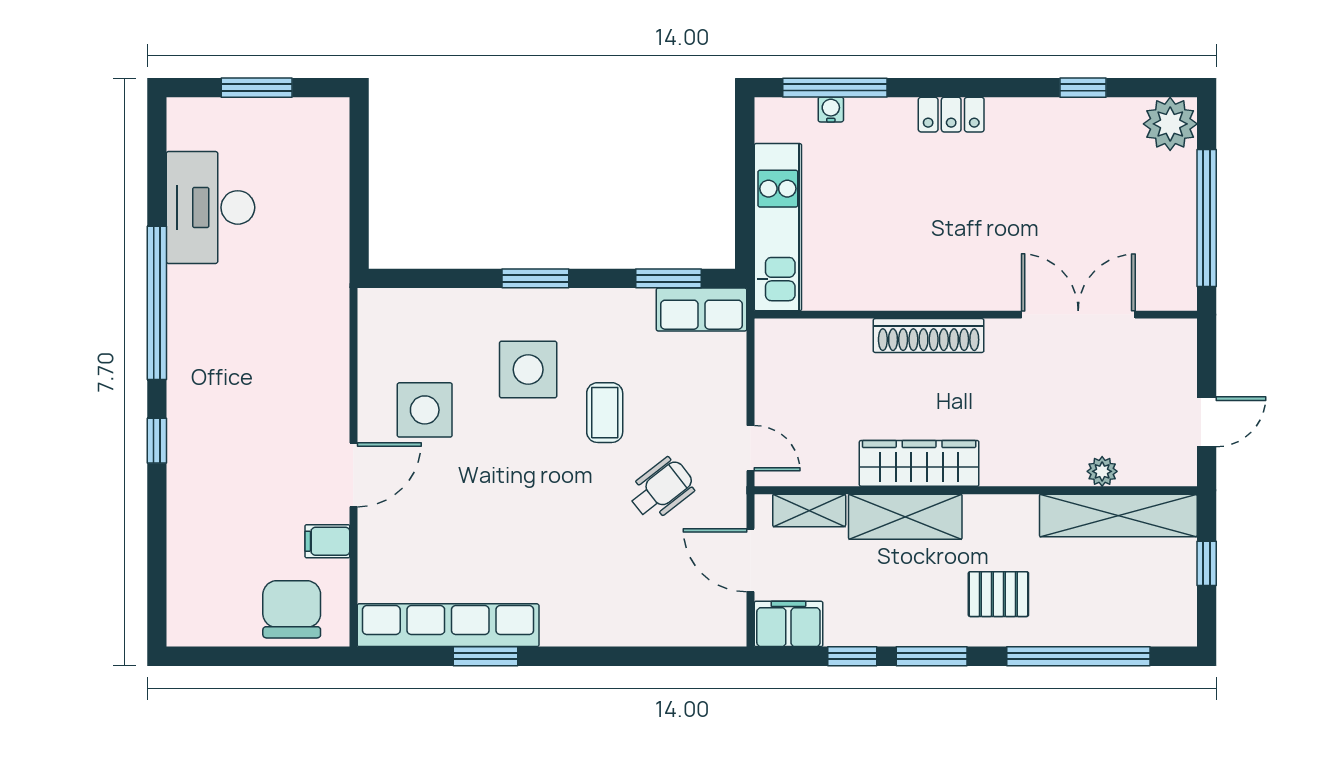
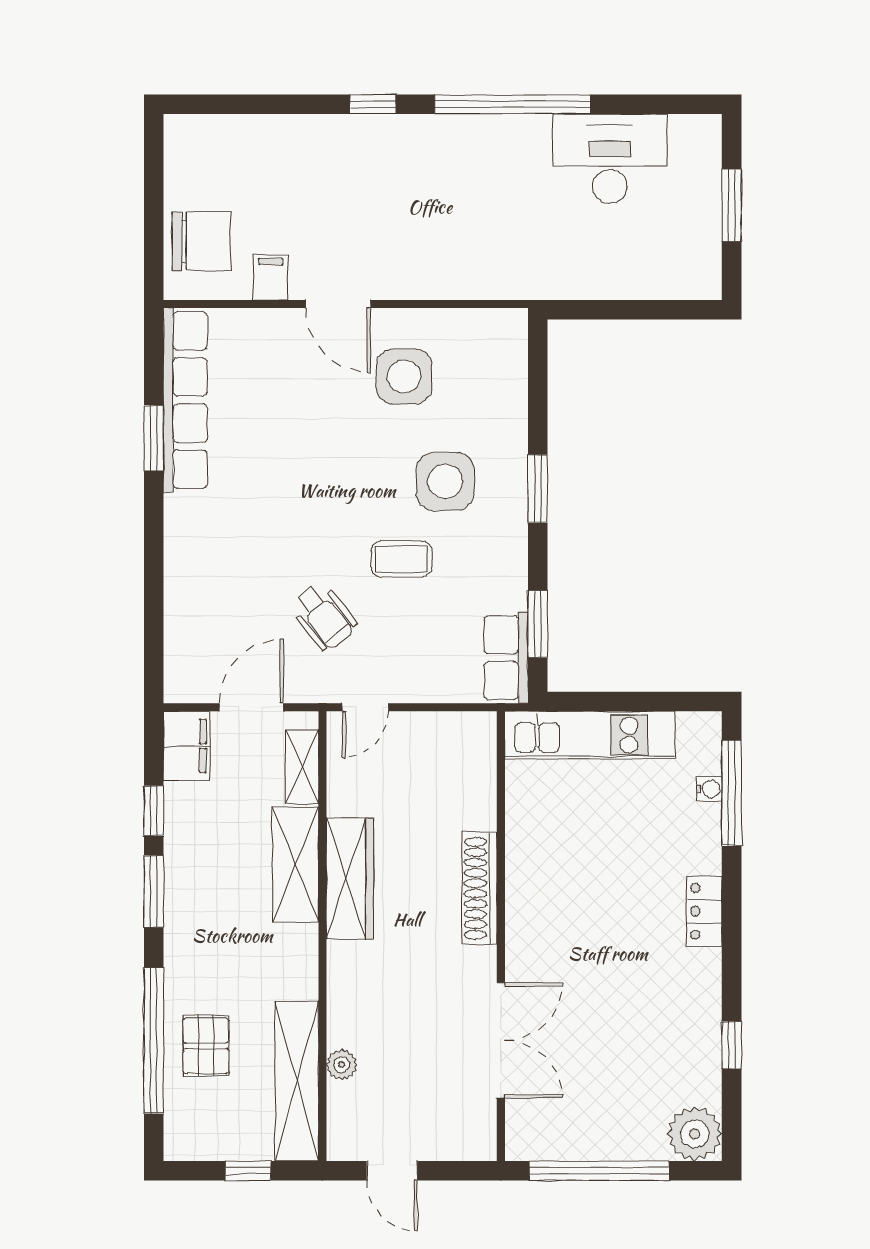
pallet: (998, 594) -> (206, 1046), moved

